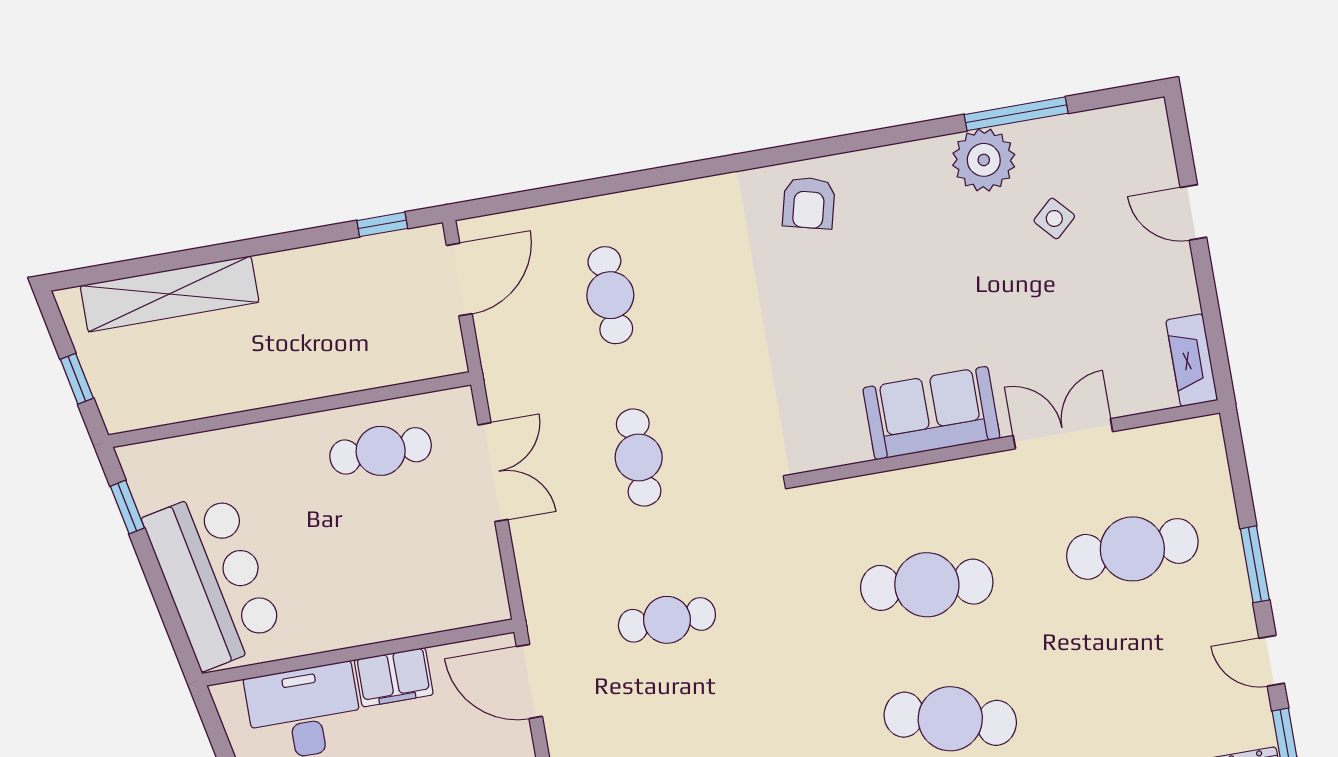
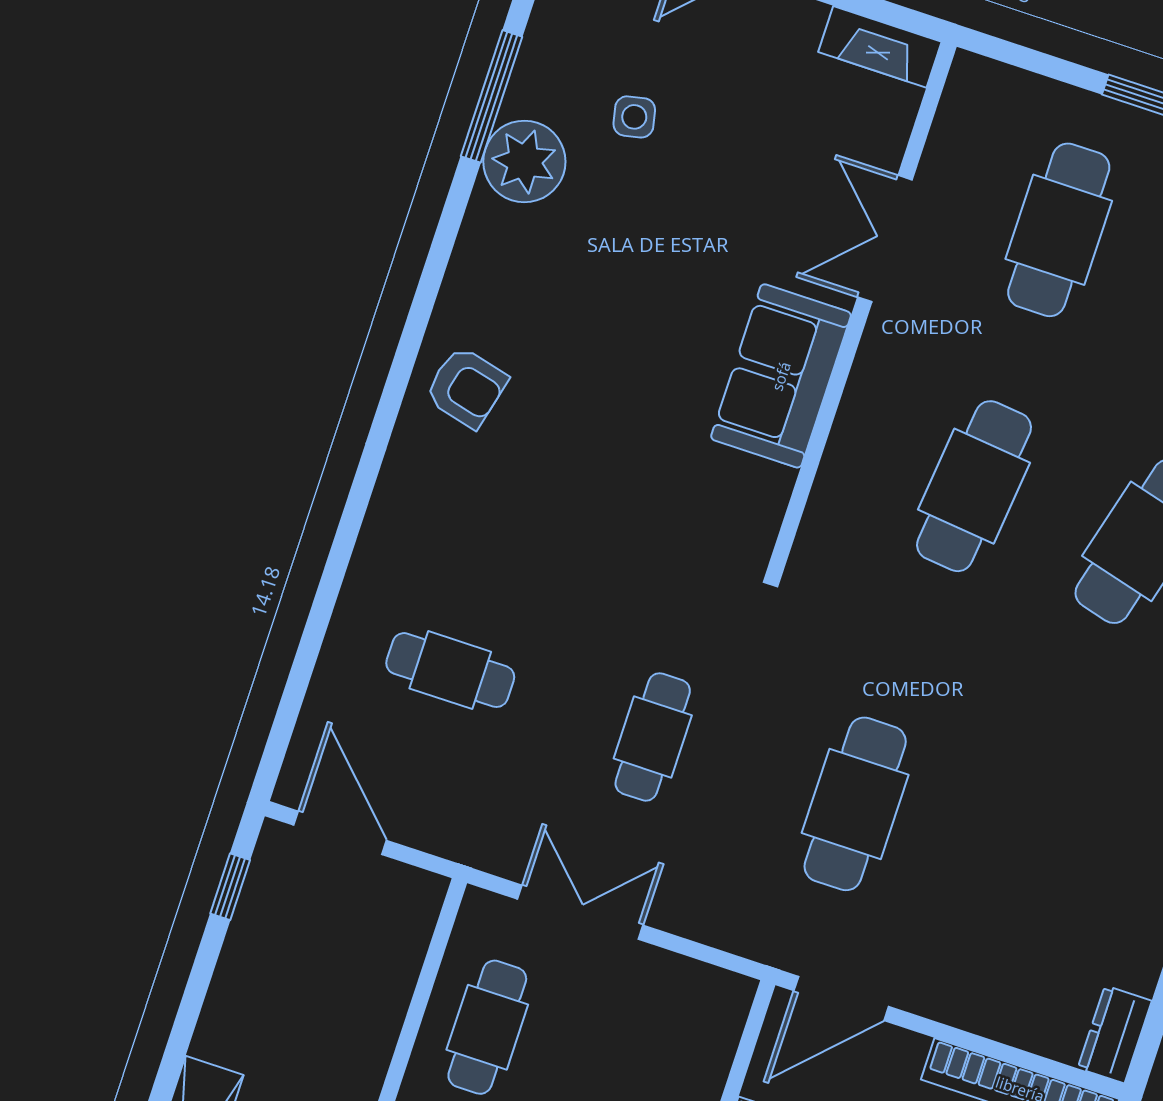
side table: (1054, 218) -> (634, 117), turned 30
cafe table: (639, 458) -> (653, 737), turned 90
cafe table: (667, 620) -> (855, 804), width x1.37, depth x1.35

